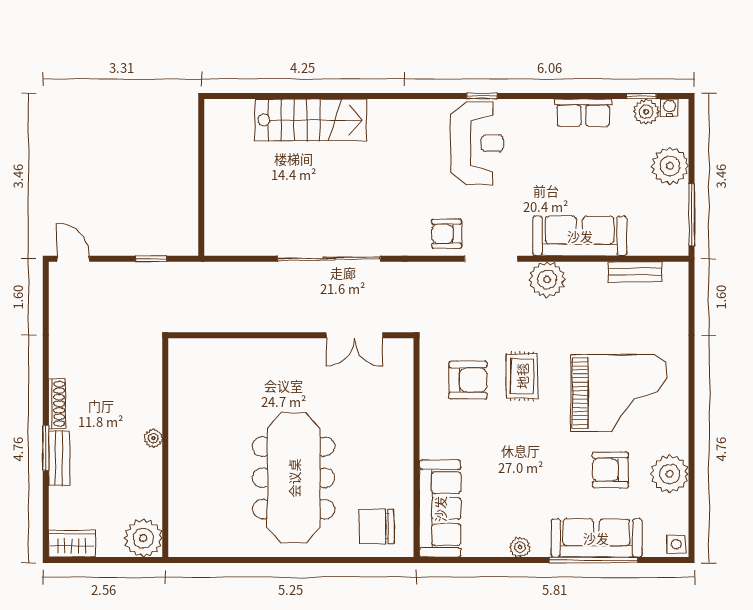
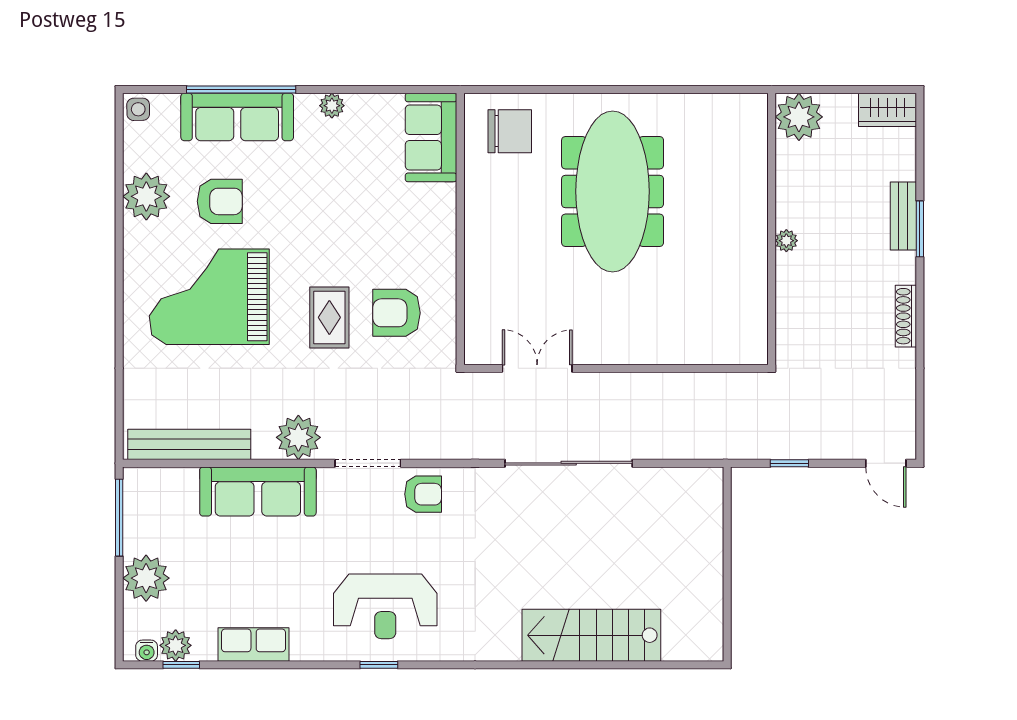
reception desk: (477, 143) -> (385, 606), turned -90
bench: (635, 272) -> (189, 444), width x1.86, depth x1.21
shoe rack: (57, 404) -> (906, 316), moved
sofa: (440, 509) -> (431, 137), width x0.73

